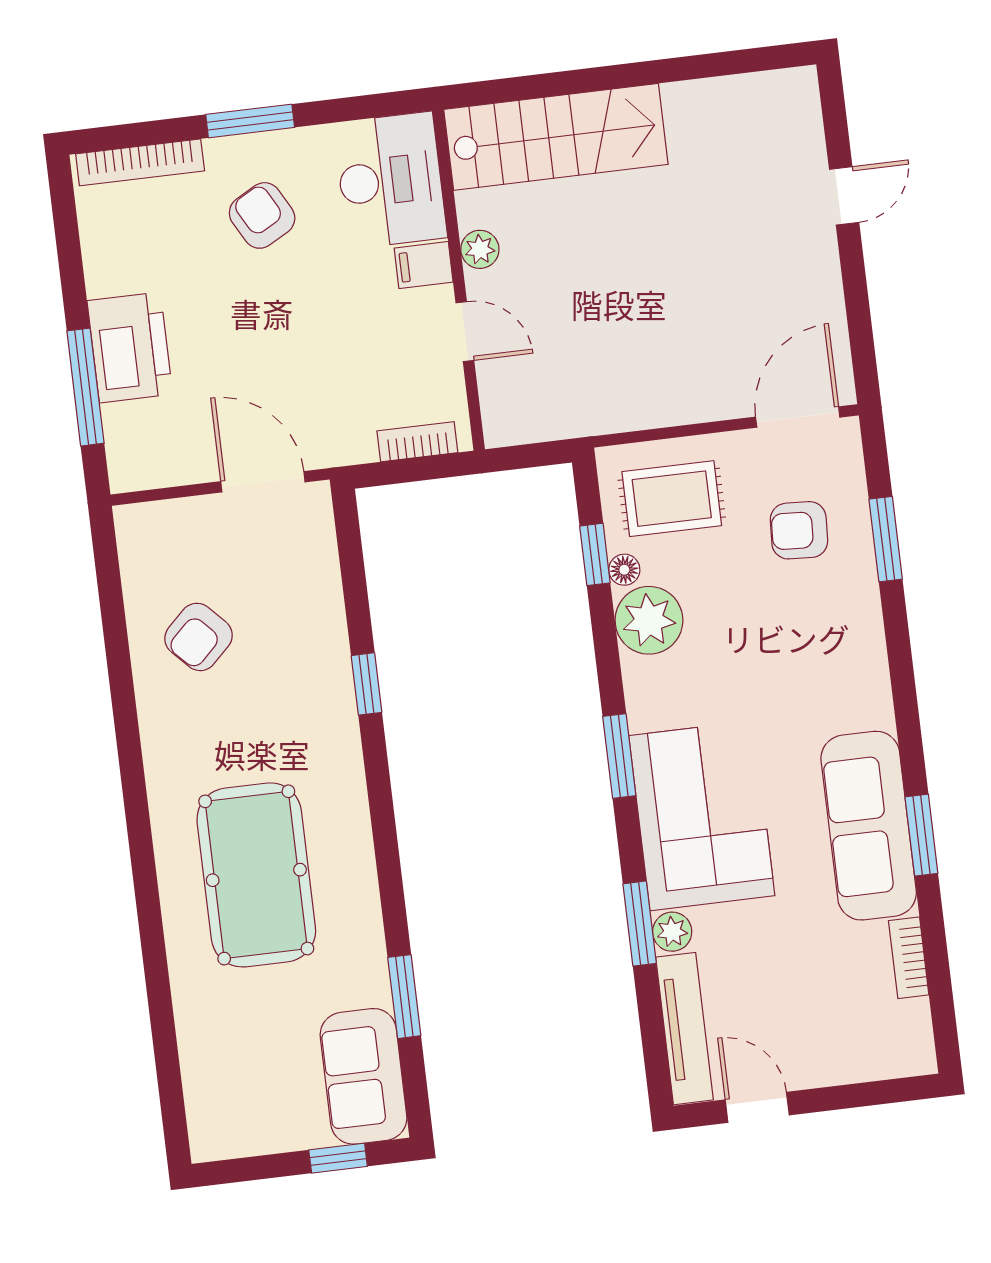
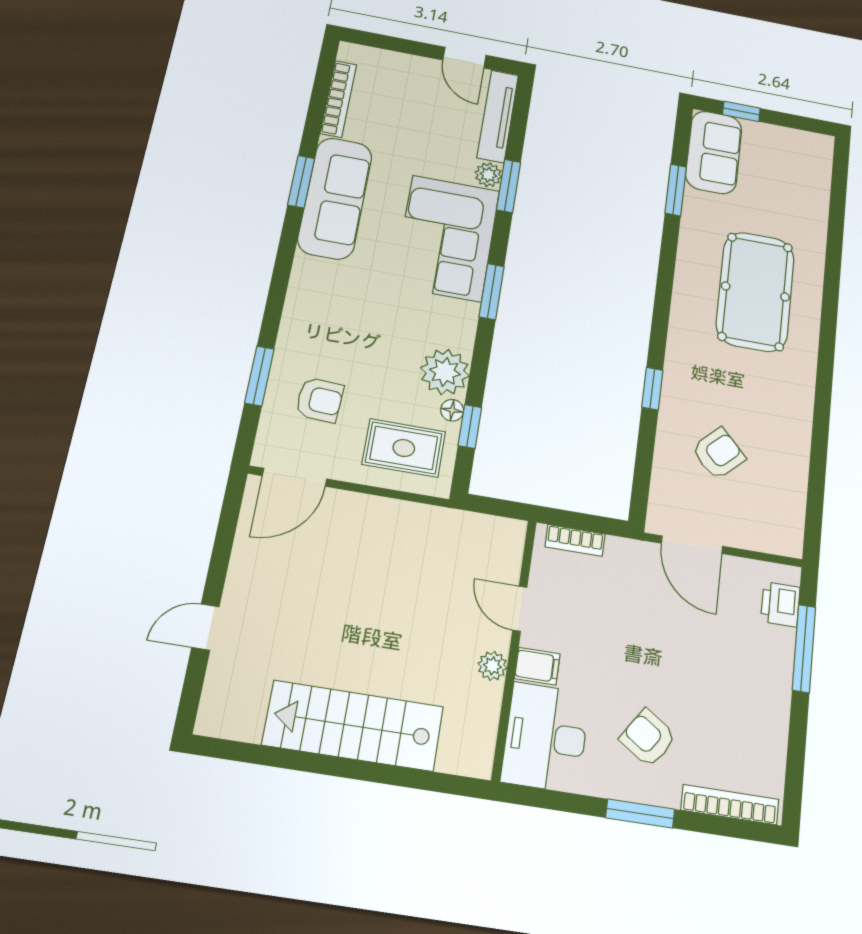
stairs: (556, 137) -> (353, 726), moved
armchair: (262, 215) -> (648, 738), turned 153
printer: (130, 347) -> (780, 604), moved, width x0.53, depth x0.68
armchair: (199, 637) -> (718, 454), moved
bookcase: (909, 958) -> (338, 99), width x1.56

